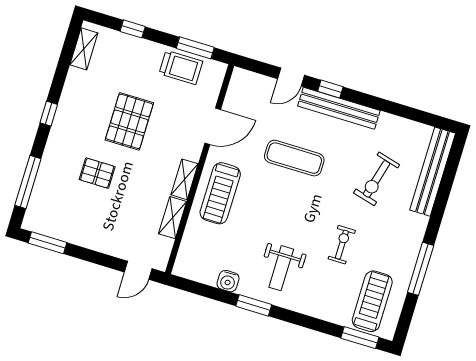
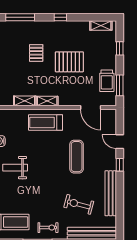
bench: (339, 108) -> (111, 193), moved
door: (213, 126) -> (91, 107), moved
exercise bike: (342, 245) -> (48, 228), moved

